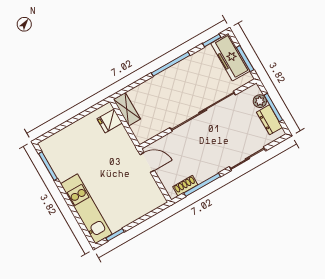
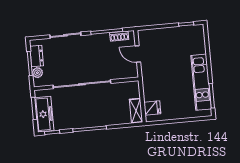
door: (147, 162) -> (138, 54), moved
kitchen unit: (86, 209) -> (201, 82), moved

